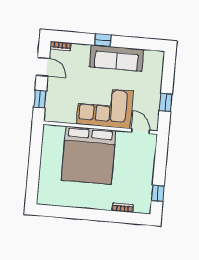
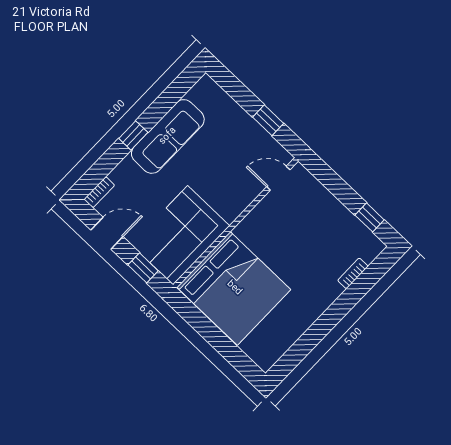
corner sofa: (105, 108) -> (180, 235), moved
bed: (89, 155) -> (234, 288), moved

